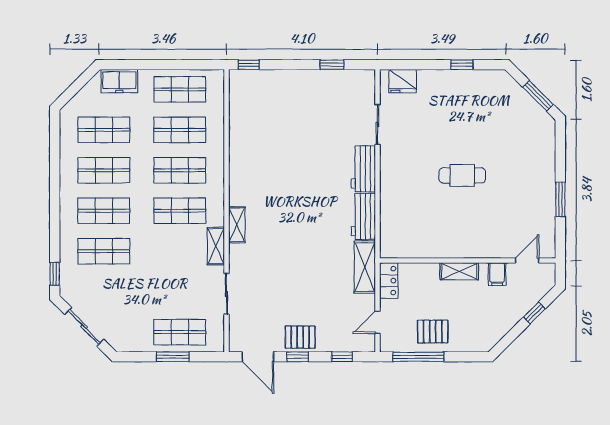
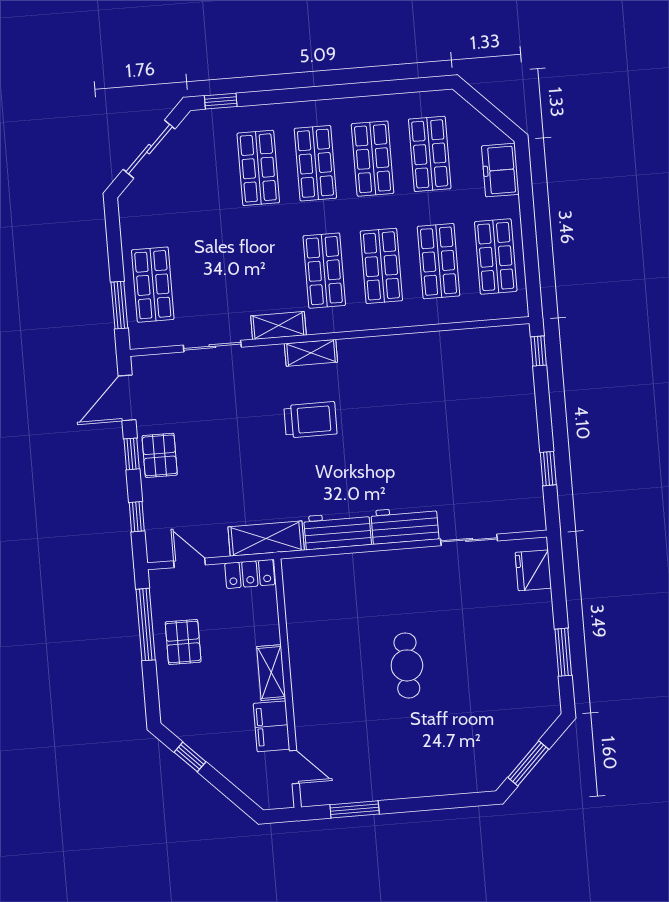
window: (462, 65) -> (563, 652), width x1.50
window: (560, 199) -> (355, 809), moved
trolley: (284, 229) -> (310, 420), added
filing cabinet: (497, 274) -> (272, 726), width x2.00
window: (534, 313) -> (190, 757), moved
window: (173, 357) -> (119, 305), moved

